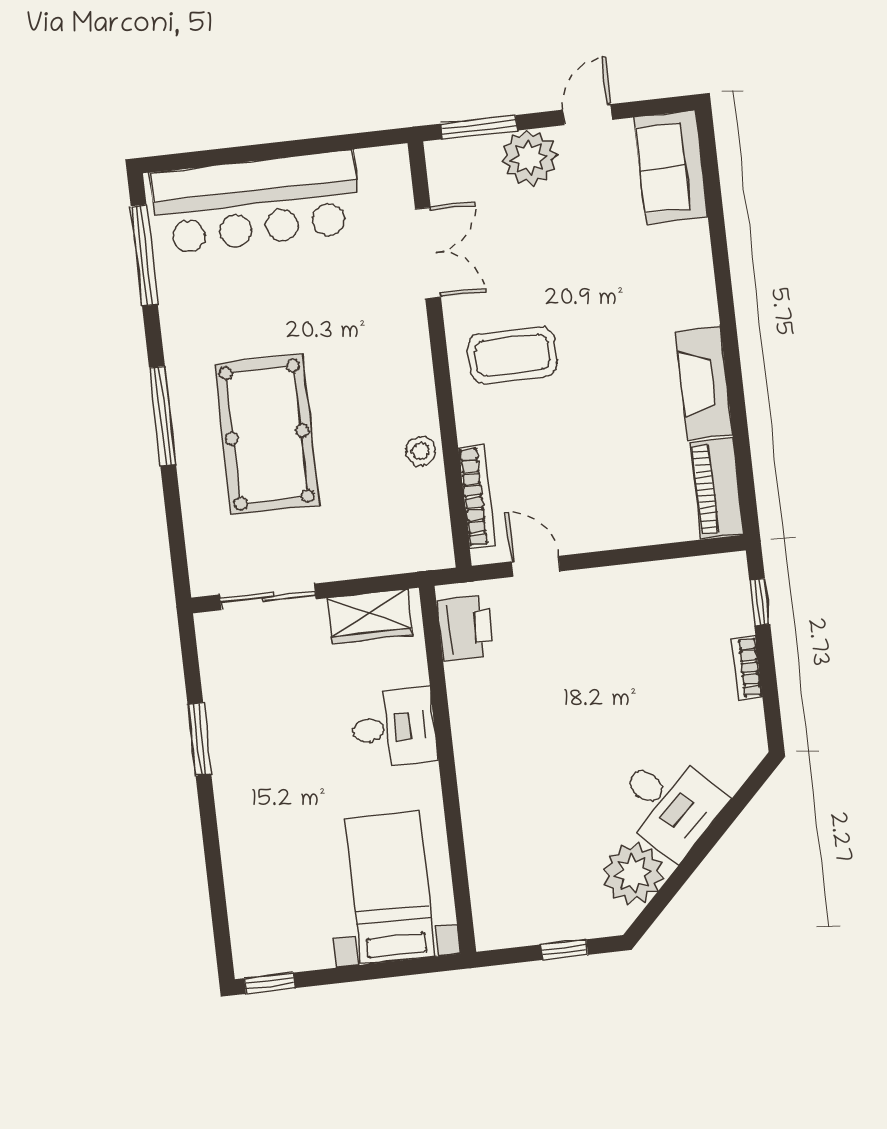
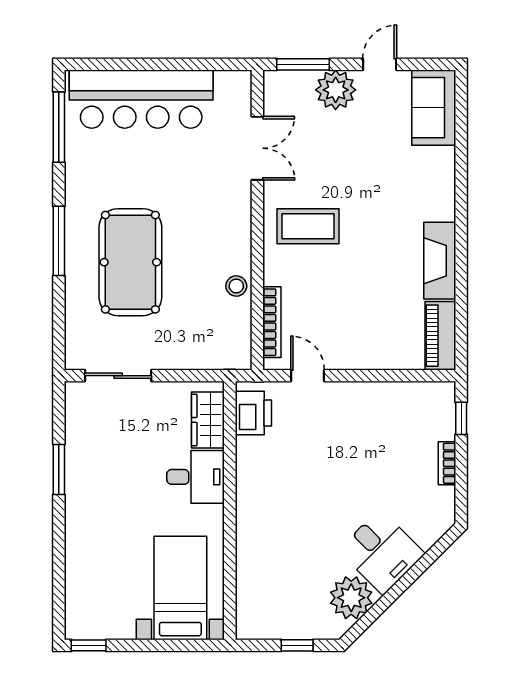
wardrobe: (370, 617) -> (208, 420), moved, turned 90

